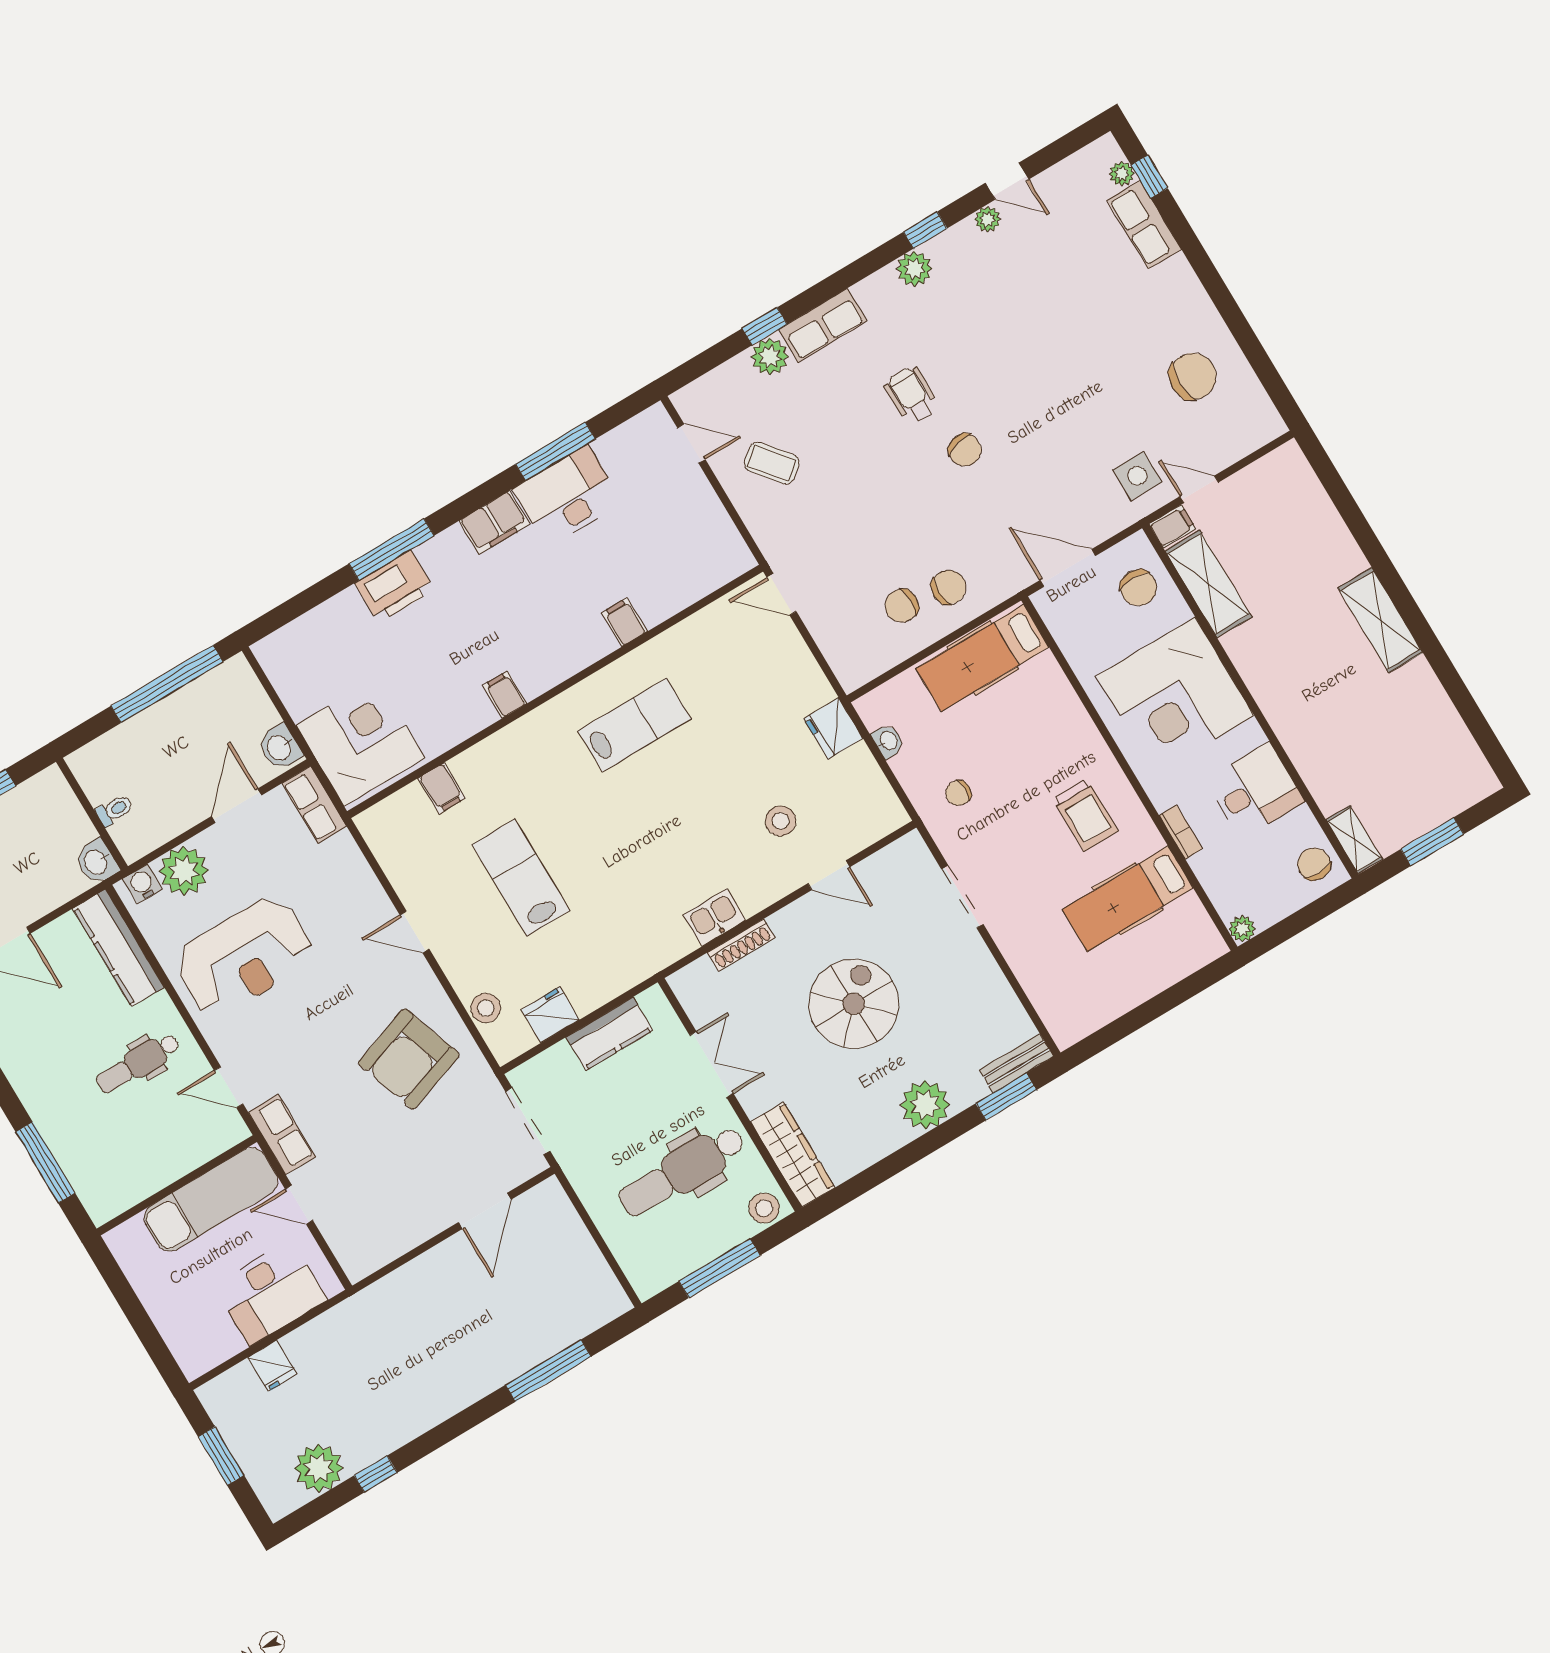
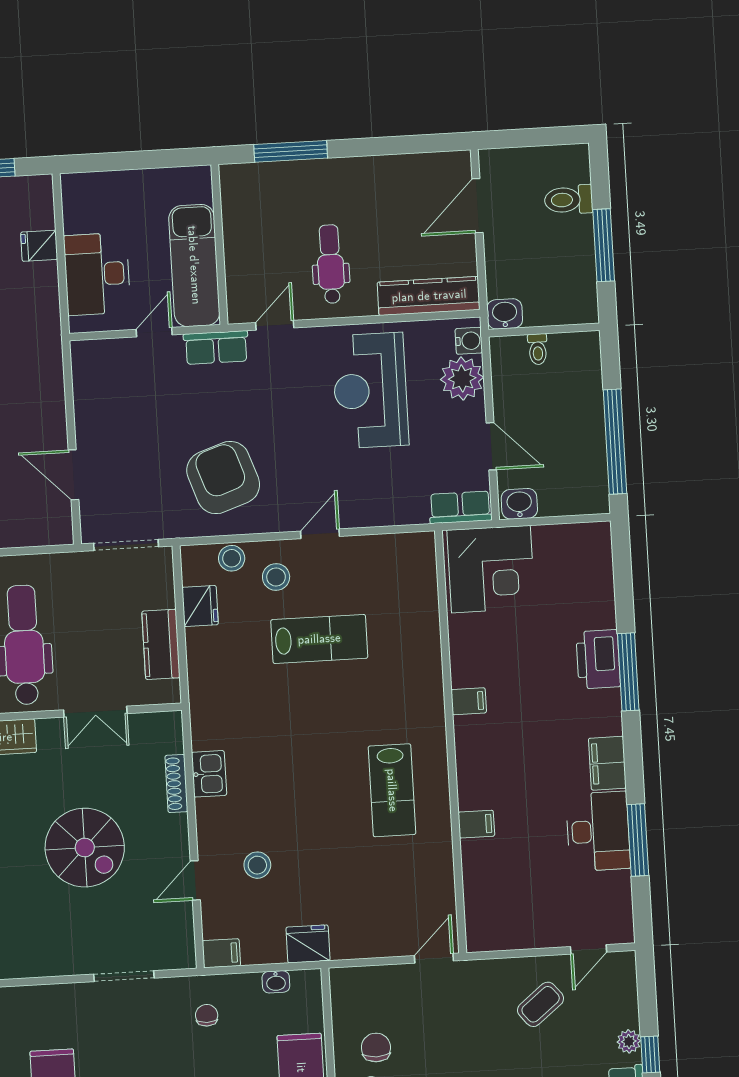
plant: (770, 356) -> (629, 1041), width x0.73, depth x0.73
filing cabinet: (442, 788) -> (221, 953), moved, turned 180
stool: (481, 954) -> (276, 577), added

